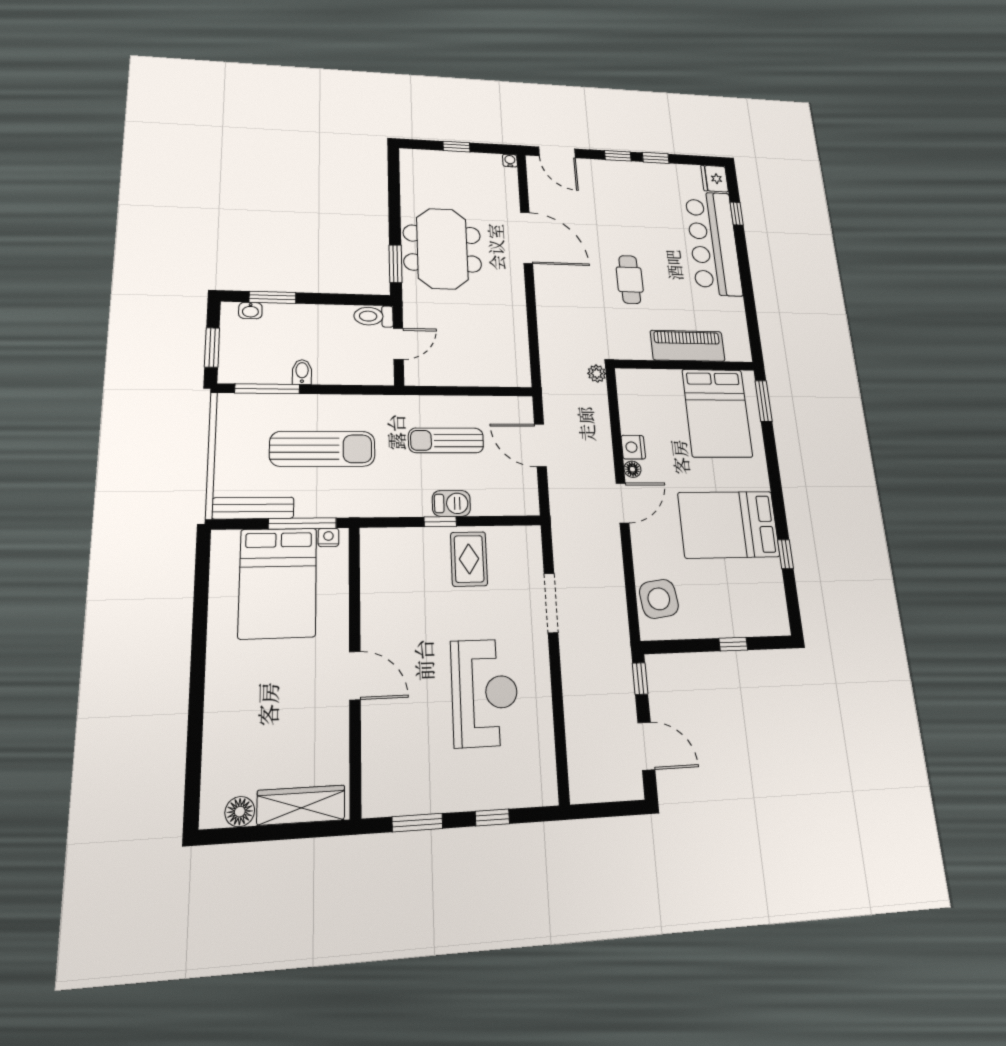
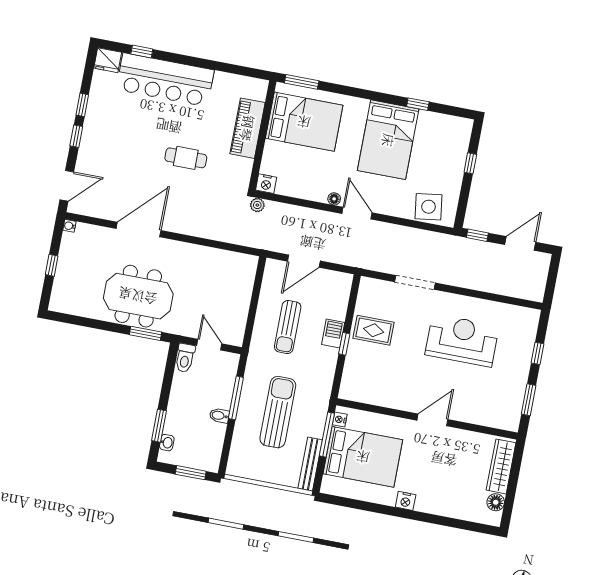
window: (267, 389) -> (236, 398), moved
nightstand: (633, 447) -> (266, 184), moved
nightstand: (219, 663) -> (406, 501), added

